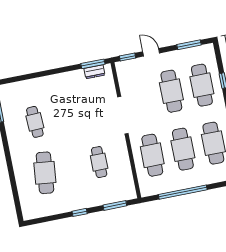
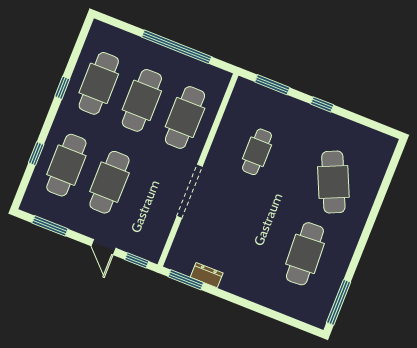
dresser: (94, 72) -> (207, 275), moved
cafe table: (35, 122) -> (305, 254), width x1.37, depth x1.35
cafe table: (45, 173) -> (333, 182), turned -30

